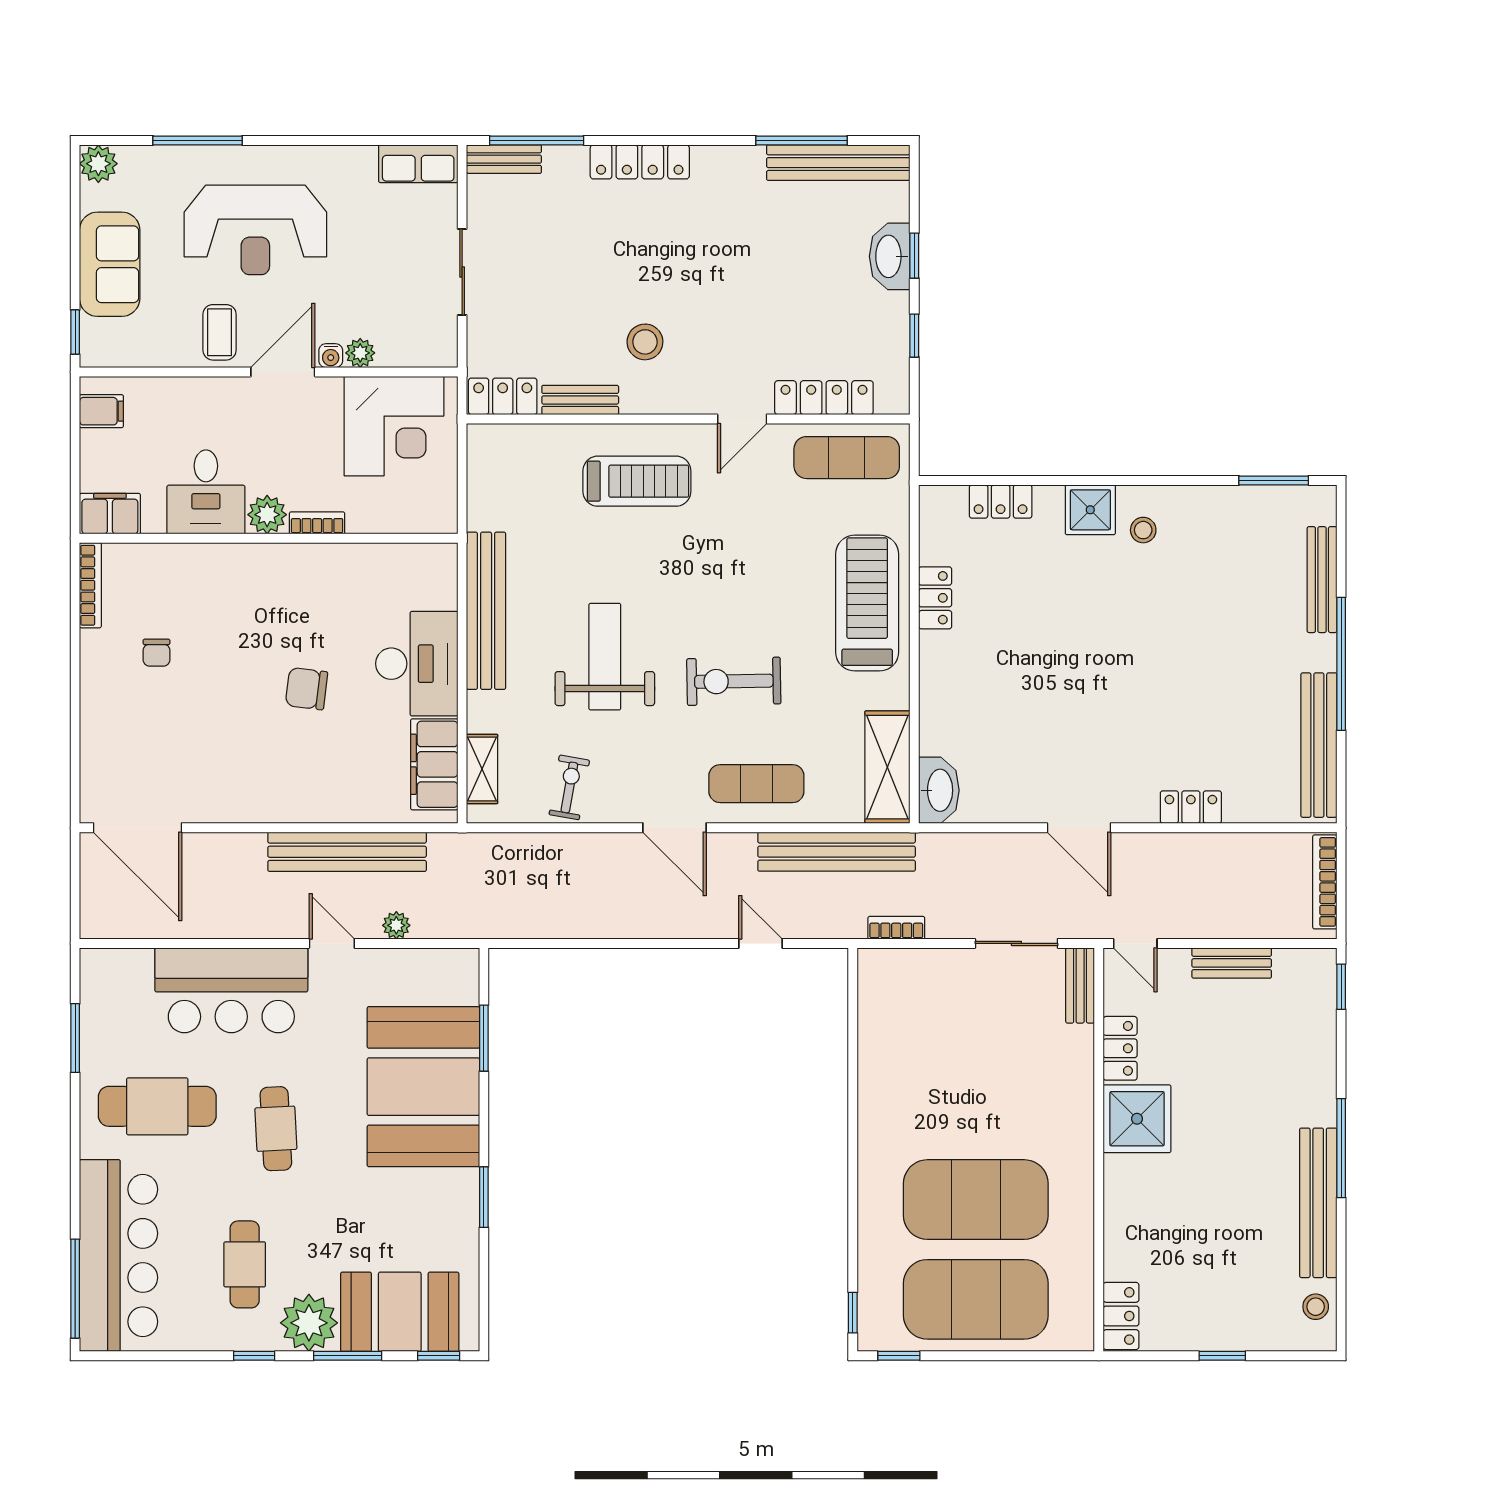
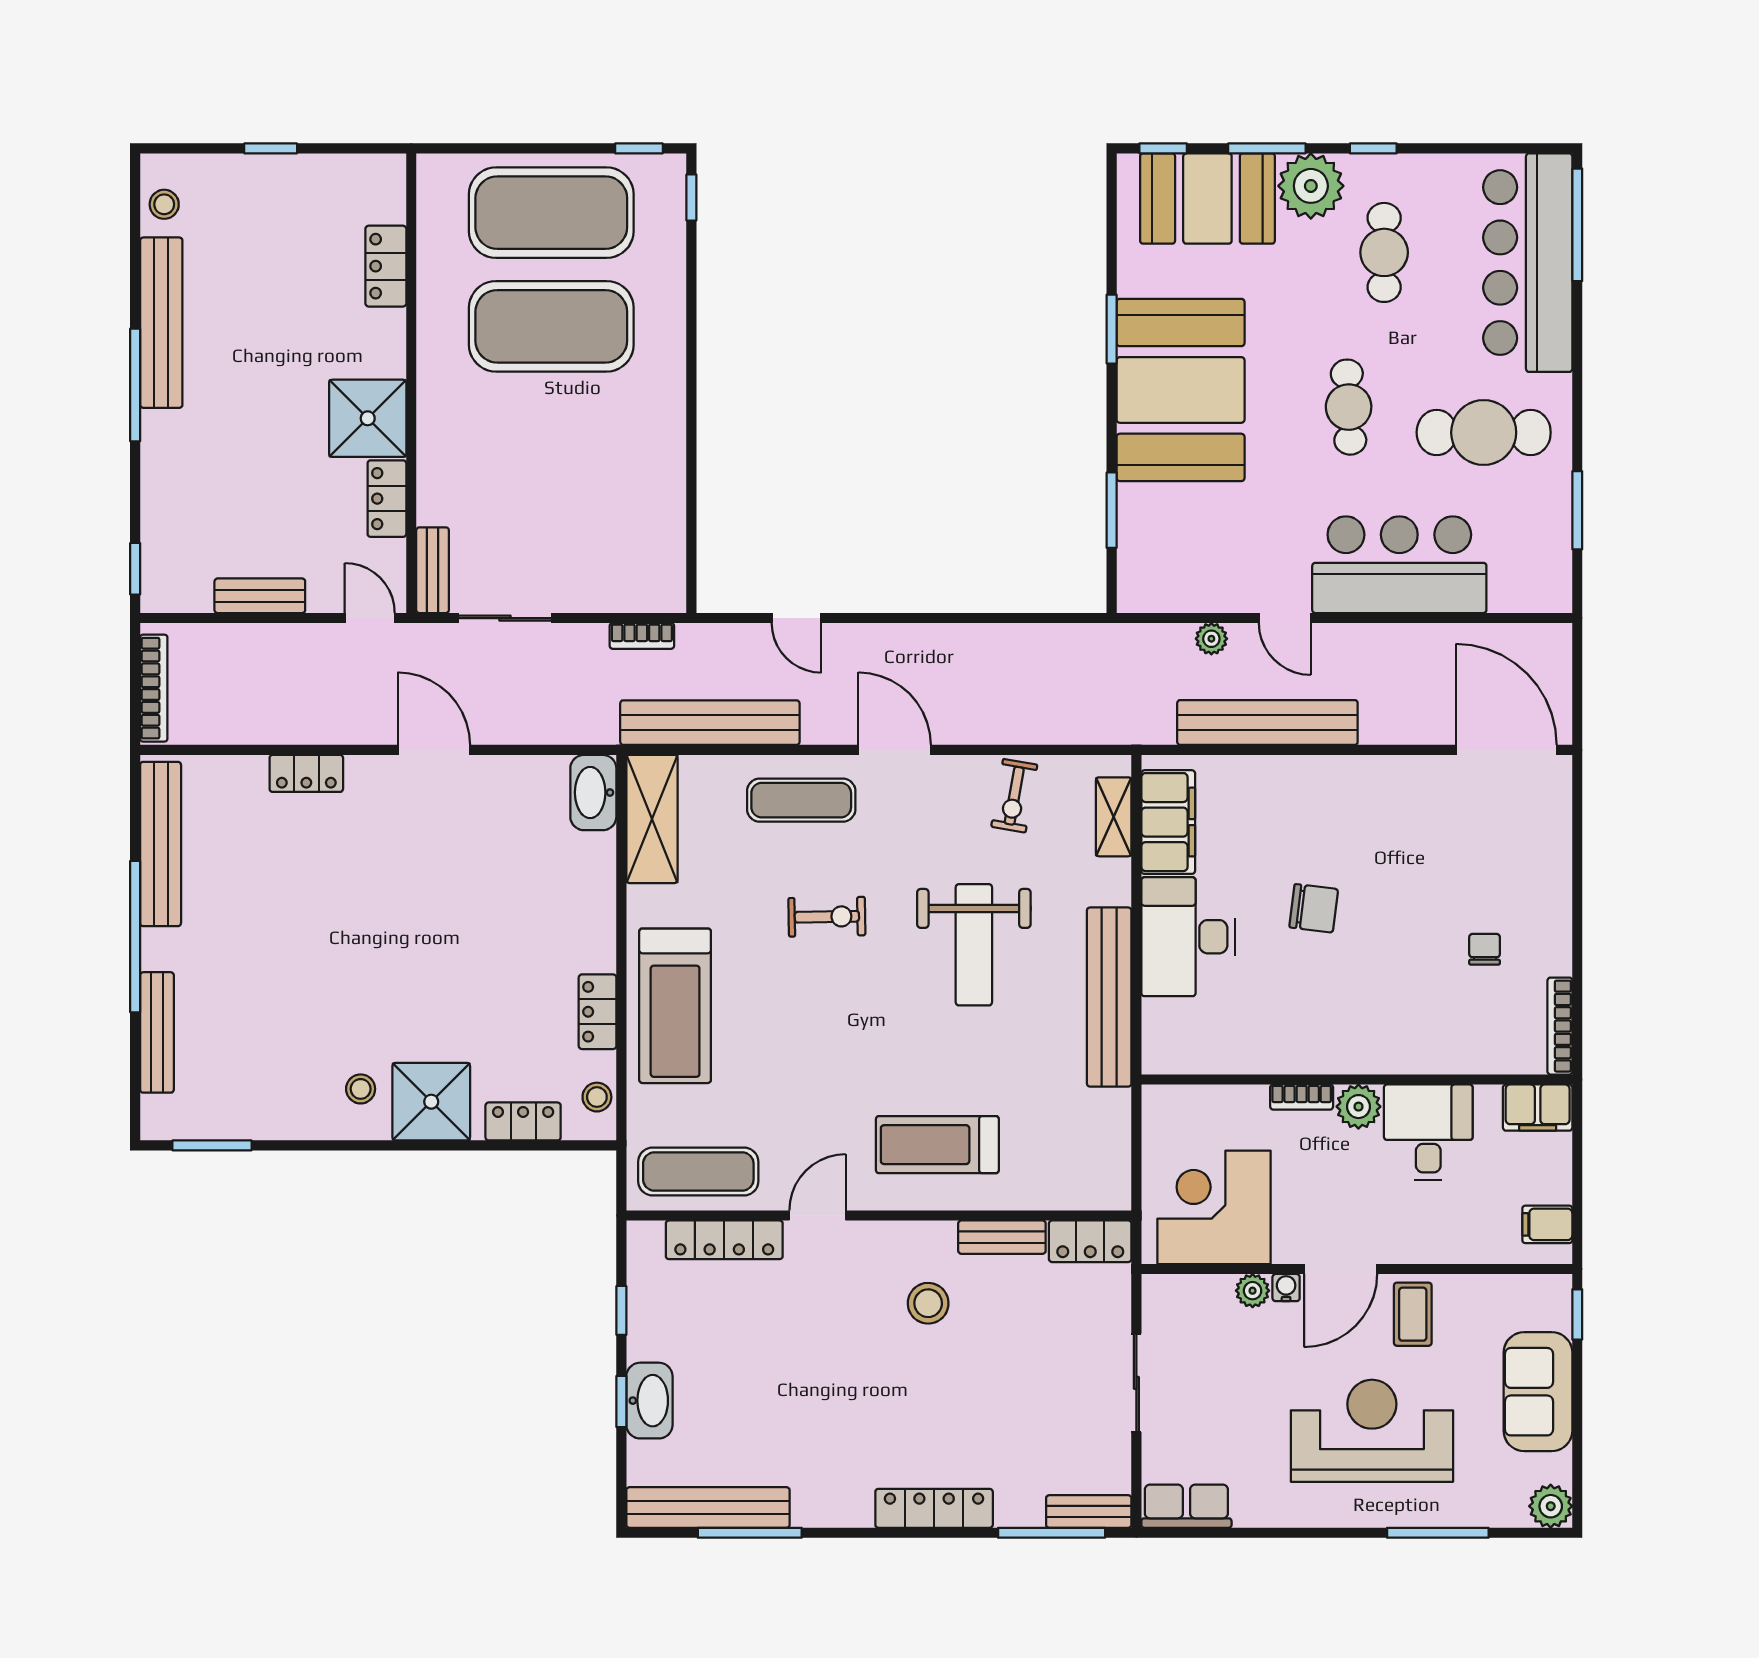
shower: (1090, 510) -> (431, 1102), width x1.36, depth x1.36
stool: (936, 523) -> (597, 1097), added
exercise bike: (734, 681) -> (827, 917), width x0.73, depth x0.72
booth: (423, 1087) -> (1181, 390), moved
locker: (1121, 1316) -> (386, 266), moved

